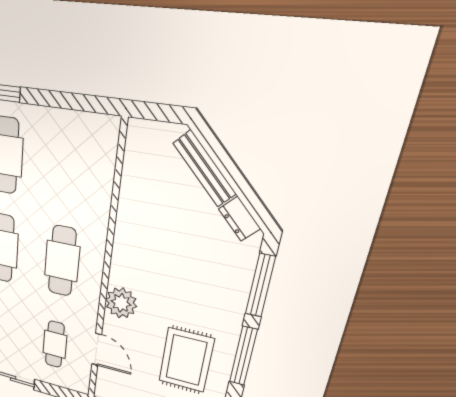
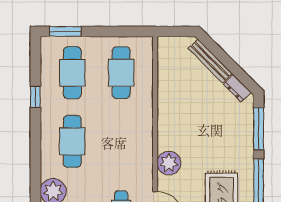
cafe table: (62, 261) -> (121, 73), moved

